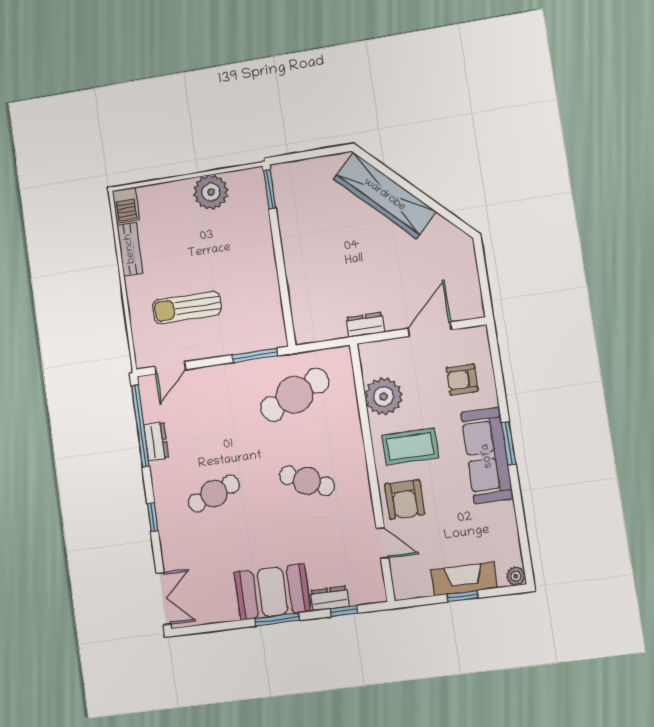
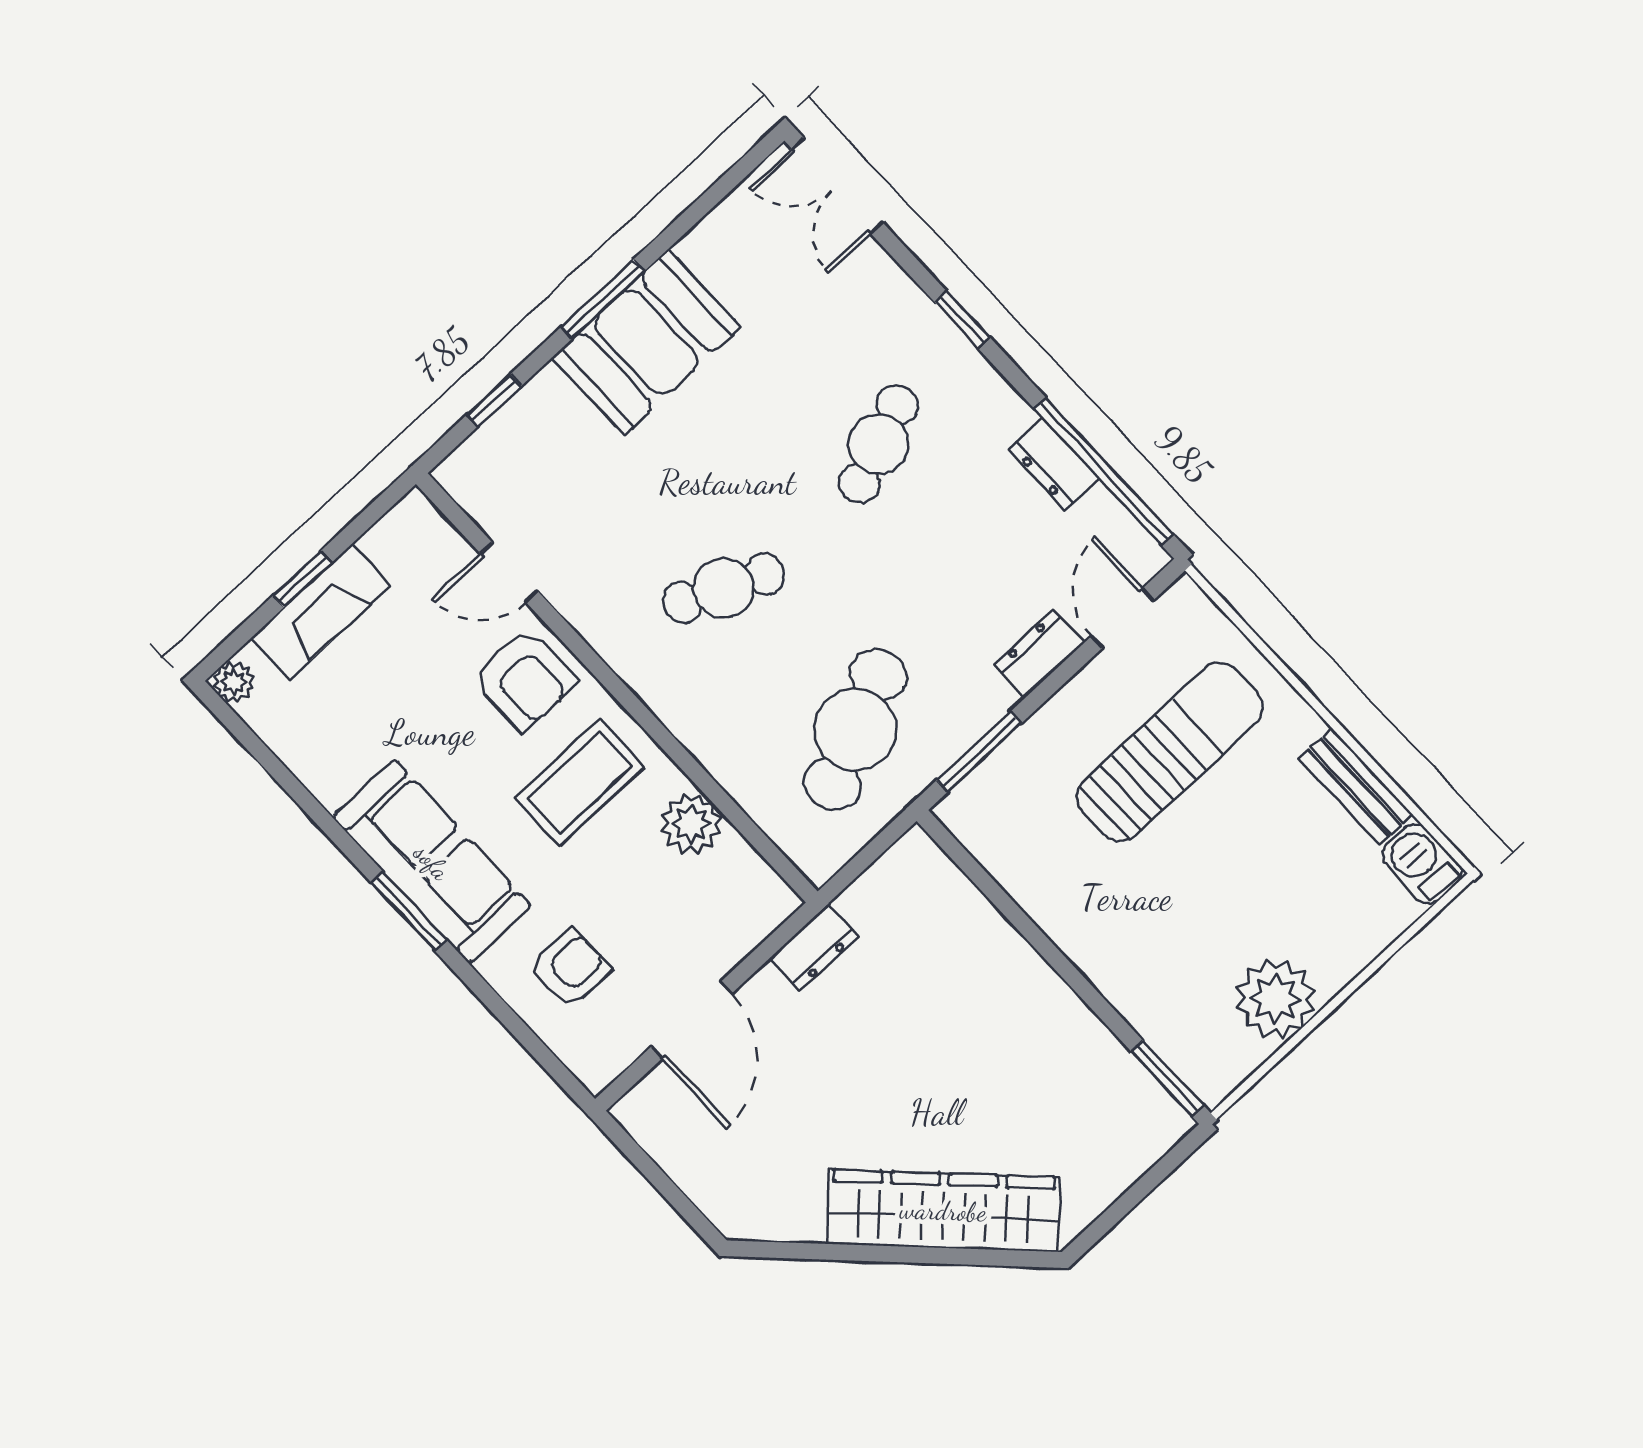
sun lounger: (187, 307) -> (1170, 752), width x1.36, depth x1.34
plant: (384, 396) -> (691, 824), width x0.73, depth x0.73
armchair: (404, 499) -> (524, 679), turned 180
dresser: (330, 599) -> (1039, 654), moved, turned 180

